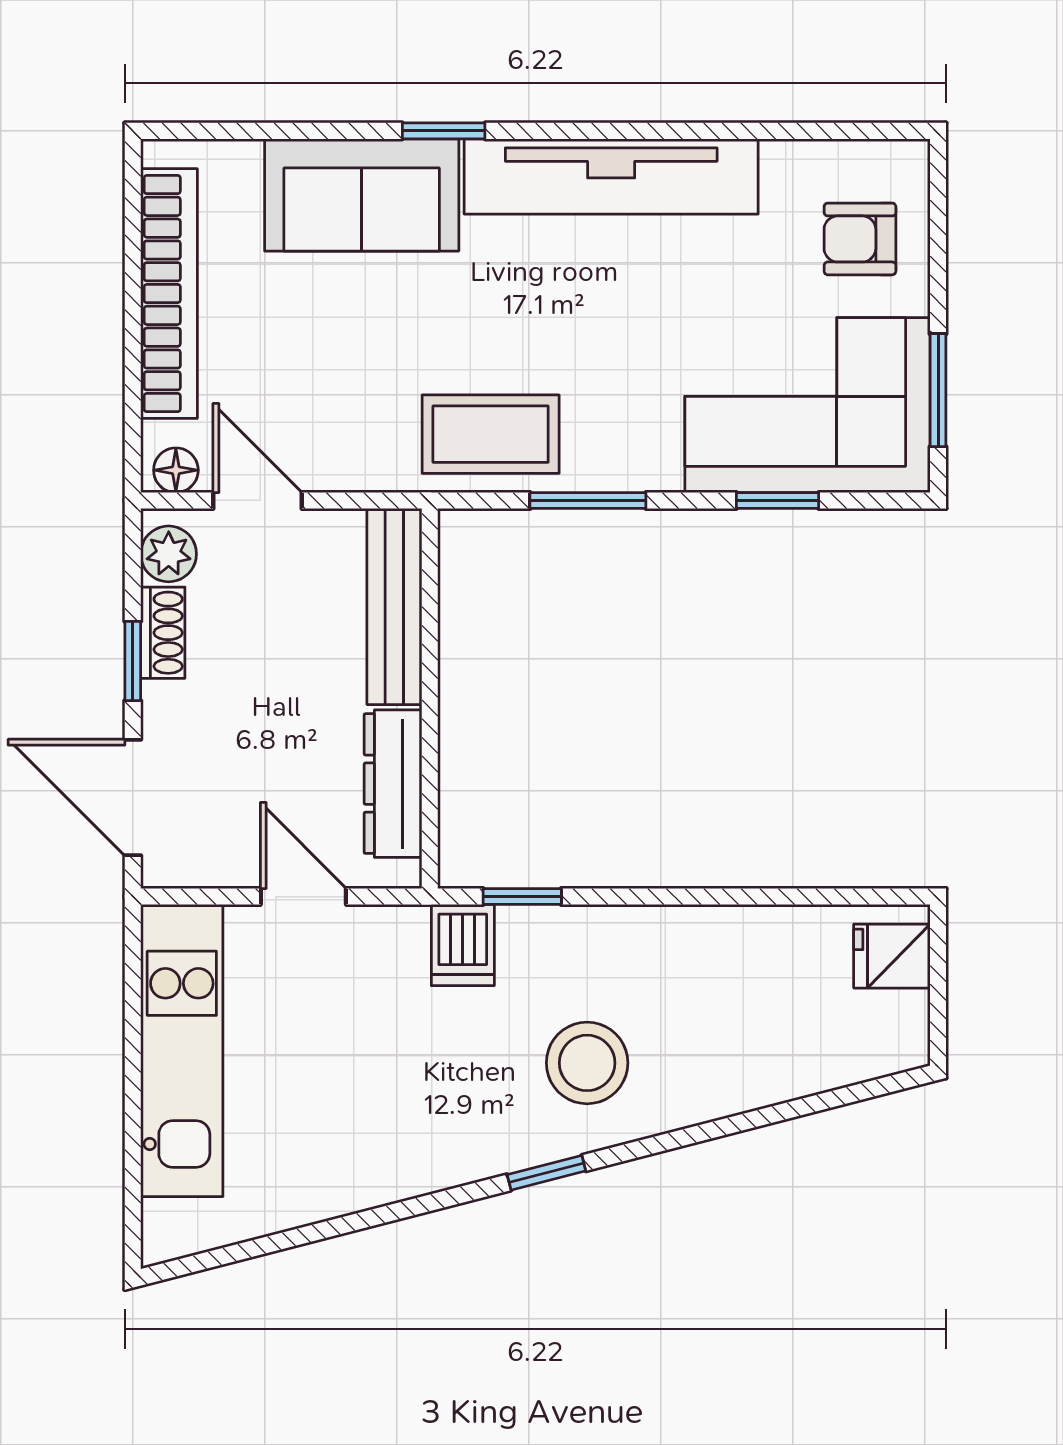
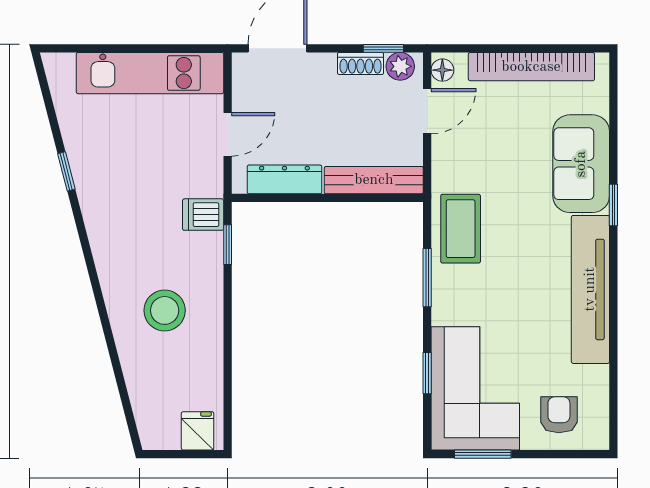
window: (133, 661) -> (383, 48), moved
stool: (587, 1063) -> (165, 310), moved
window: (546, 1173) -> (66, 171), moved

